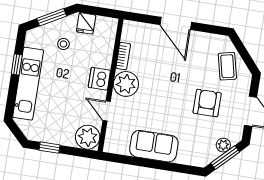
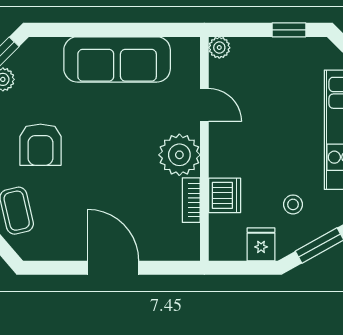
dishwasher: (99, 79) -> (225, 195), moved
plant: (88, 137) -> (219, 48), width x0.53, depth x0.53
sofa: (154, 146) -> (117, 59), width x1.36

